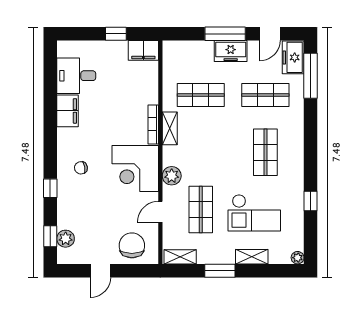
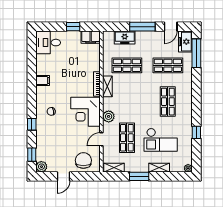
freezer: (231, 51) -> (125, 38), moved
desk: (76, 76) -> (48, 43), moved
filing cabinet: (68, 111) -> (43, 80), width x0.50
plant: (66, 239) -> (41, 167), moved

